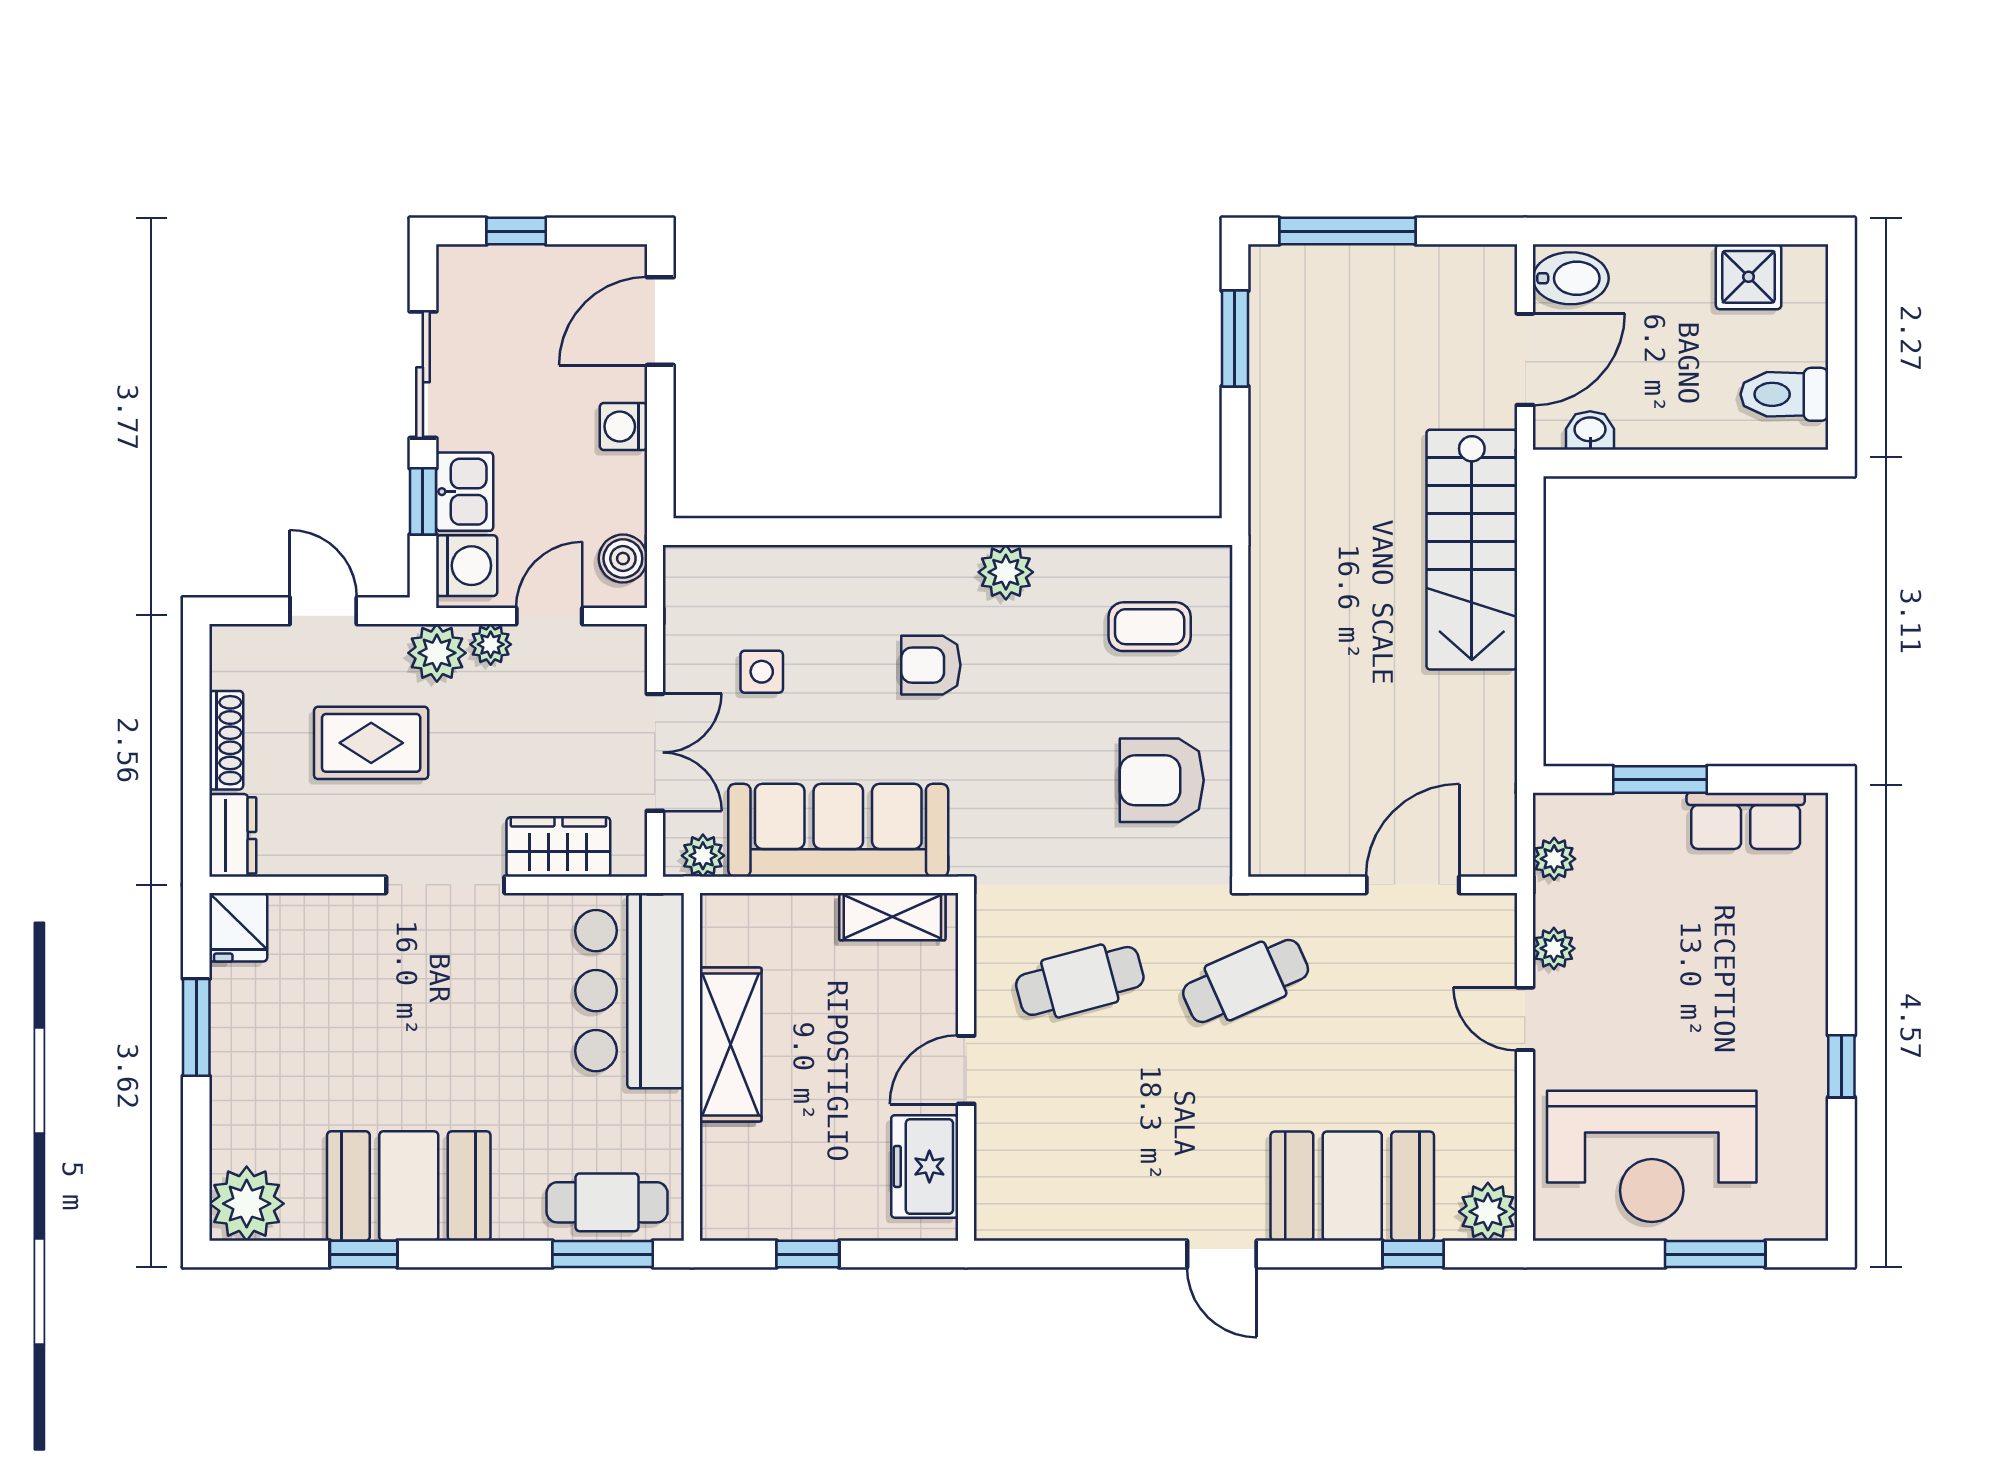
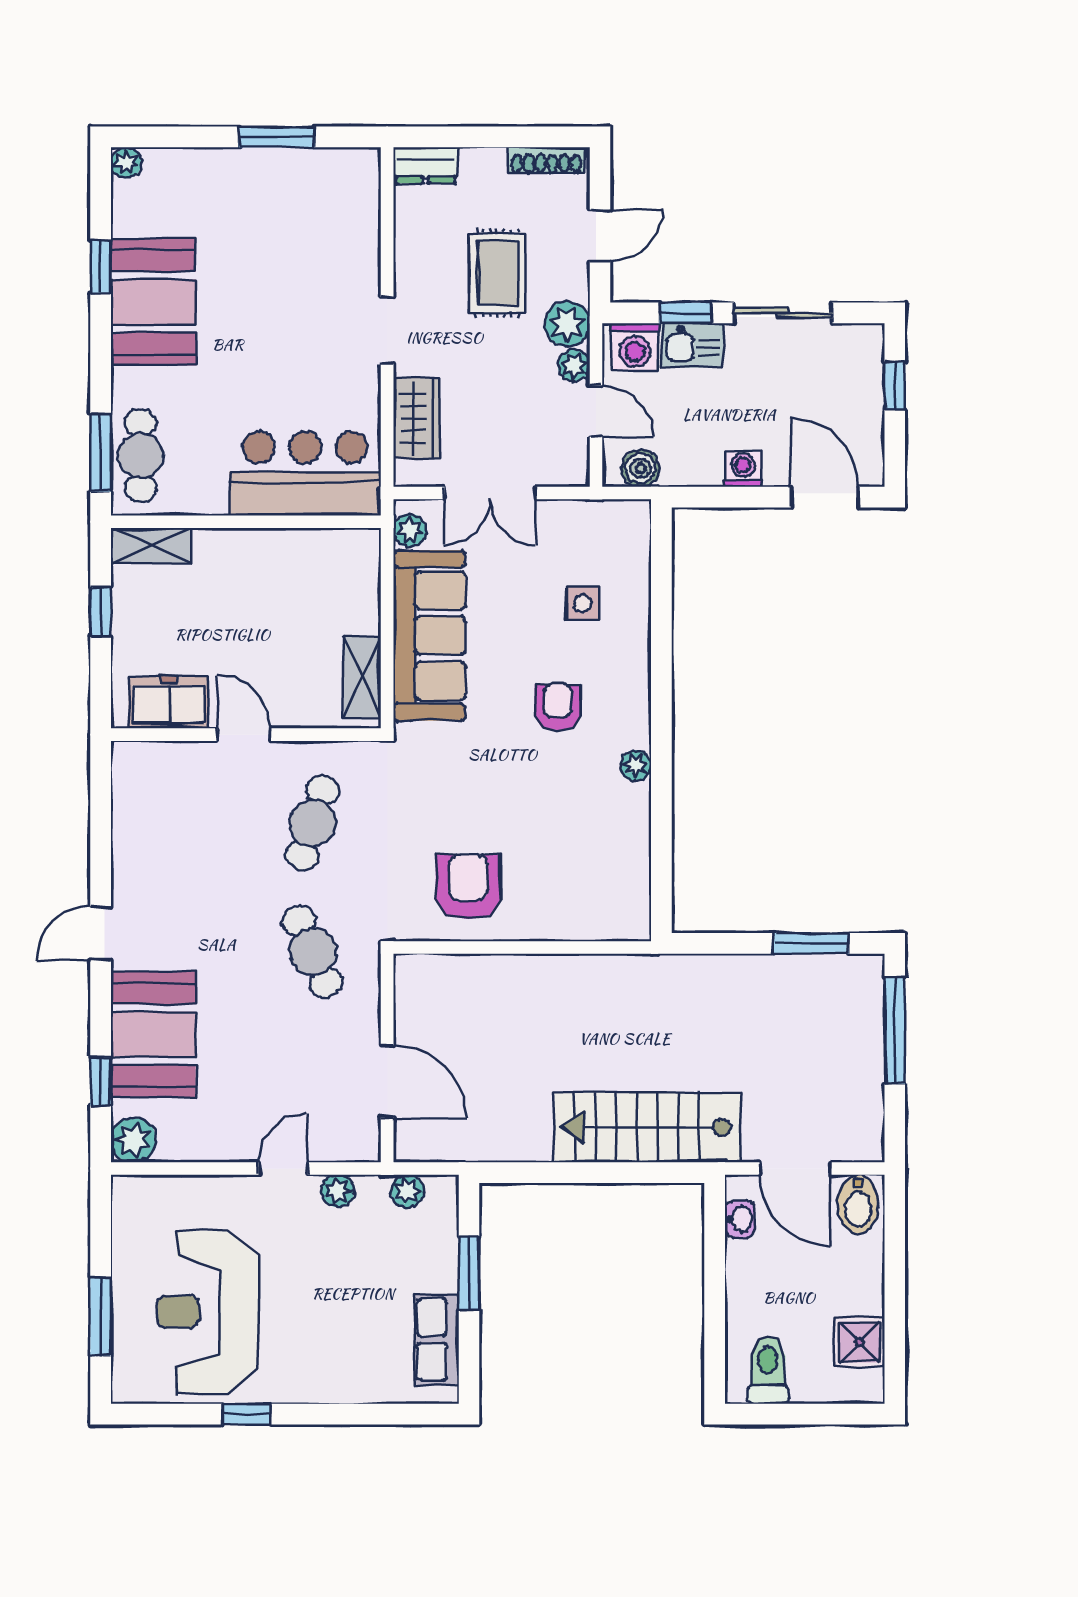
plant: (1006, 572) -> (636, 765), width x0.73, depth x0.73
coffee table: (1150, 627) -> (588, 877), removed
side table: (762, 672) -> (583, 604), moved
shoe rack: (226, 740) -> (547, 160), moved
doorway: (445, 885) -> (387, 330), width x0.73
fridge: (238, 927) -> (354, 170), removed
cafe table: (1080, 981) -> (313, 823), turned 33
shelving: (731, 1045) -> (151, 546), moved, width x0.67, depth x0.75
reception desk: (1652, 1156) -> (207, 1312), moved
plant: (247, 1204) -> (126, 163), width x0.53, depth x0.53

